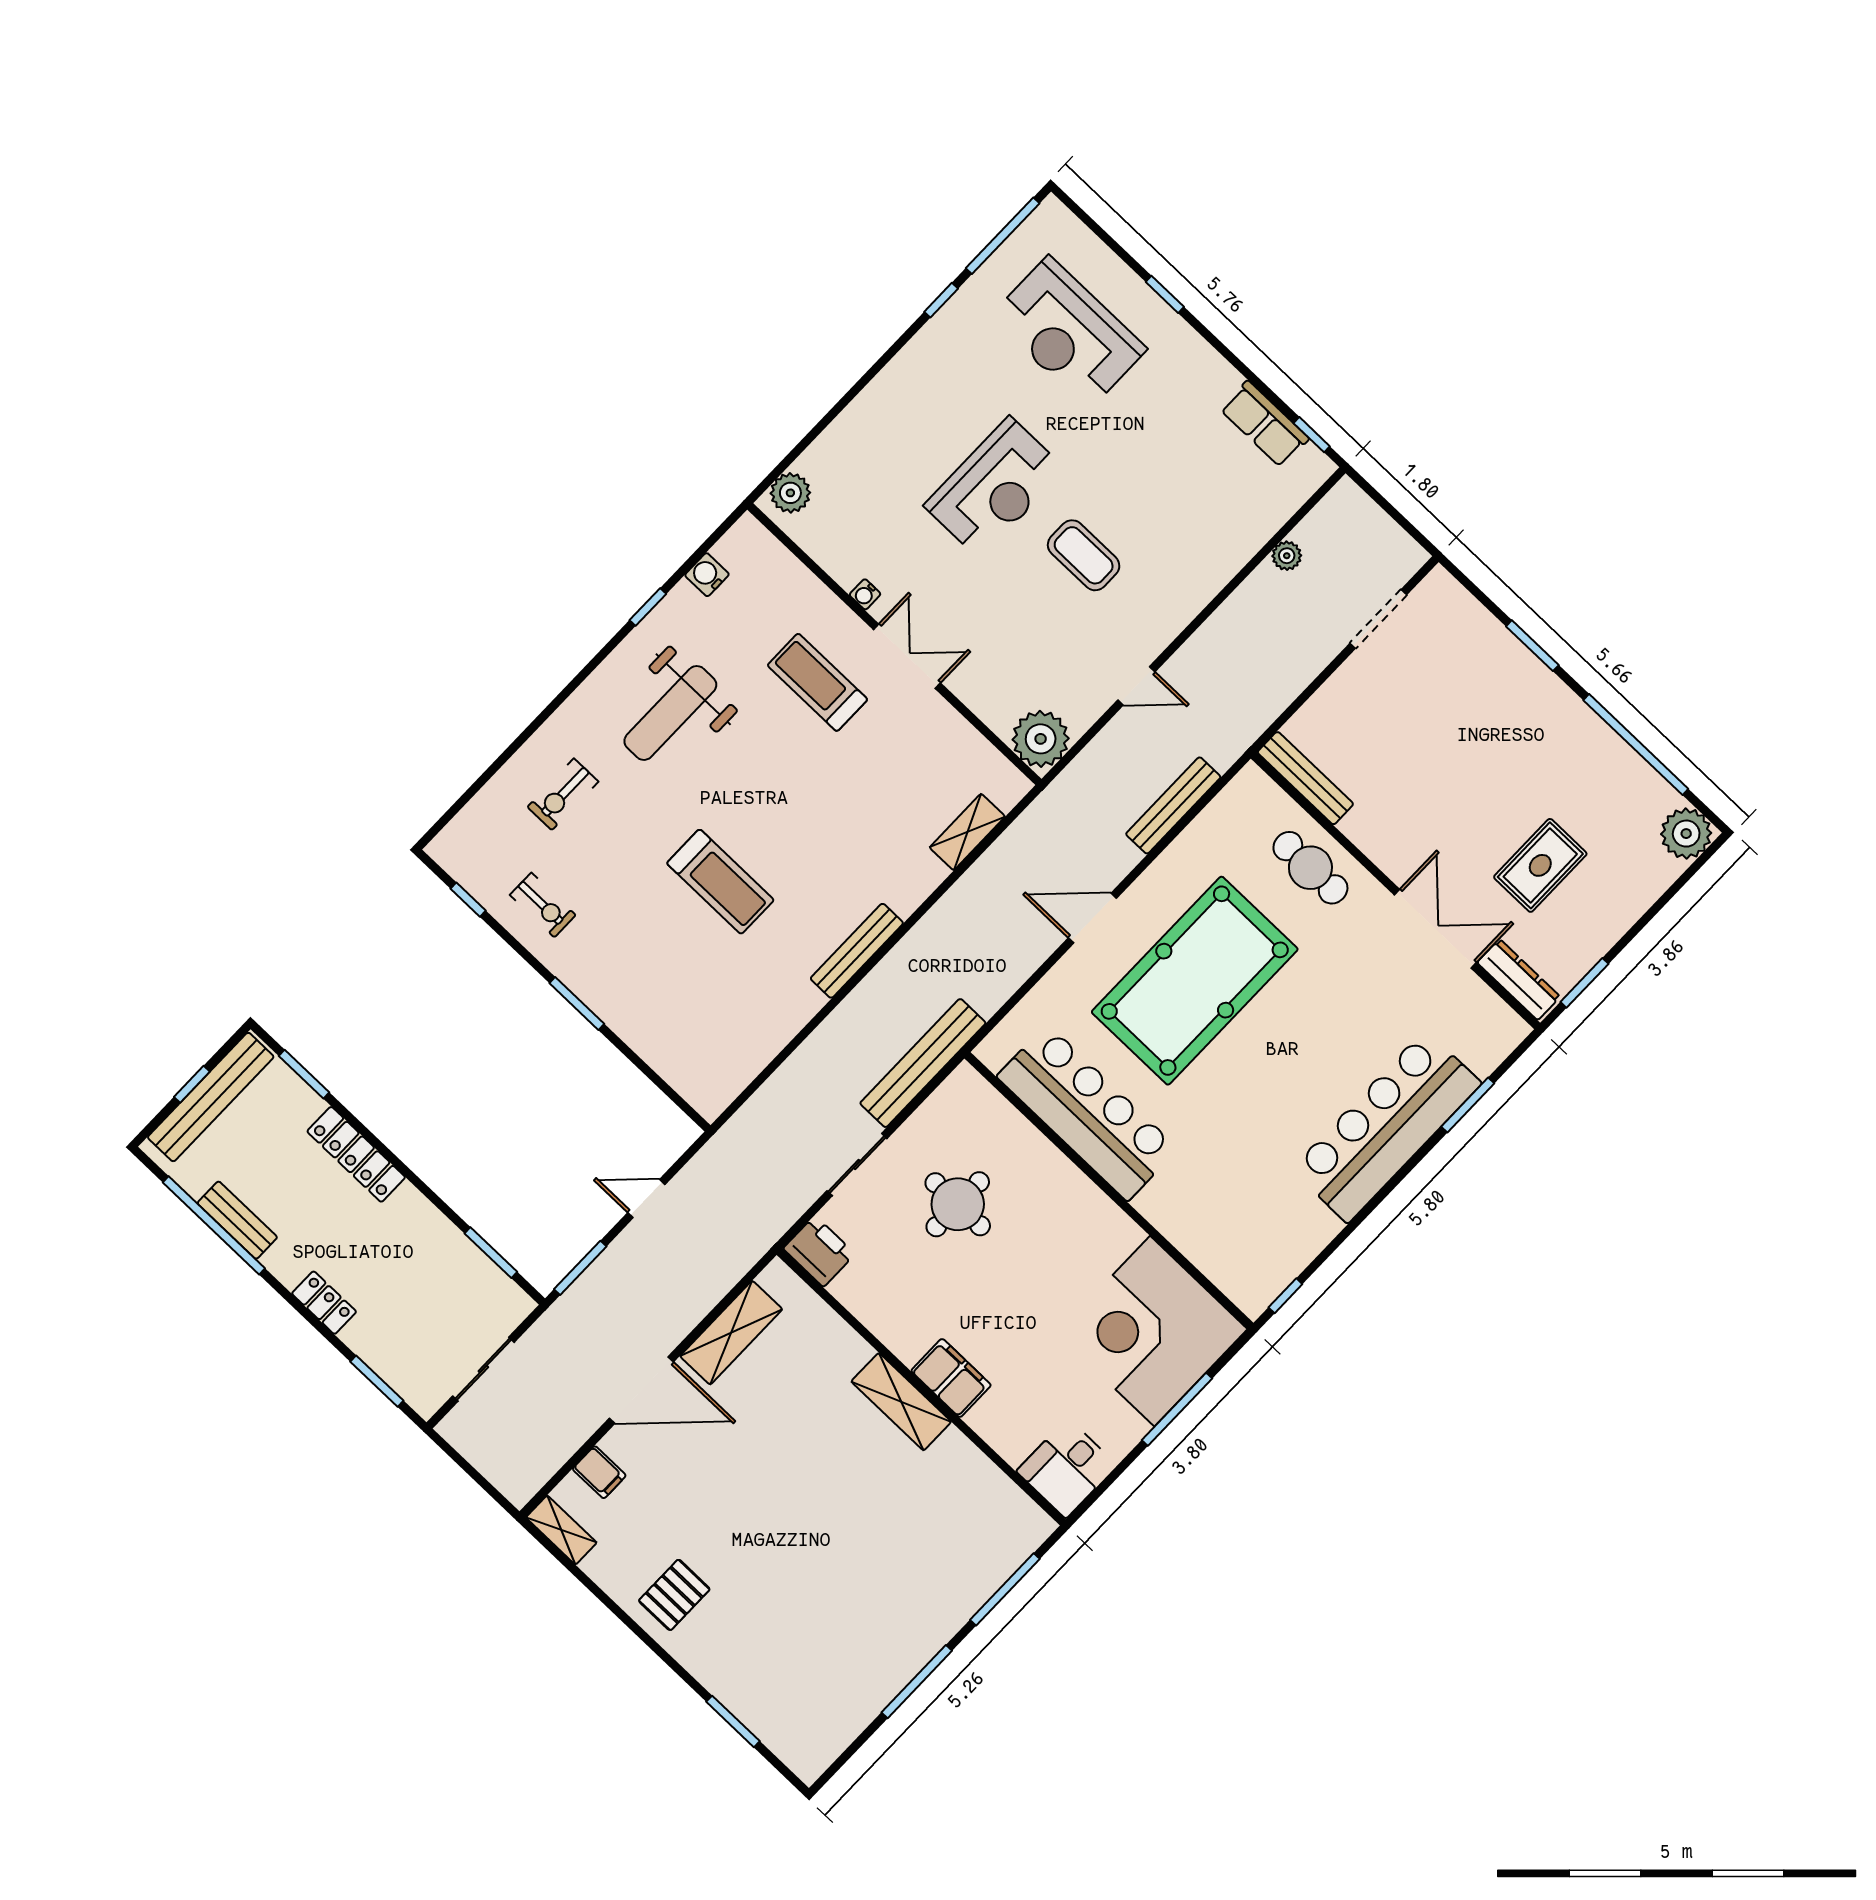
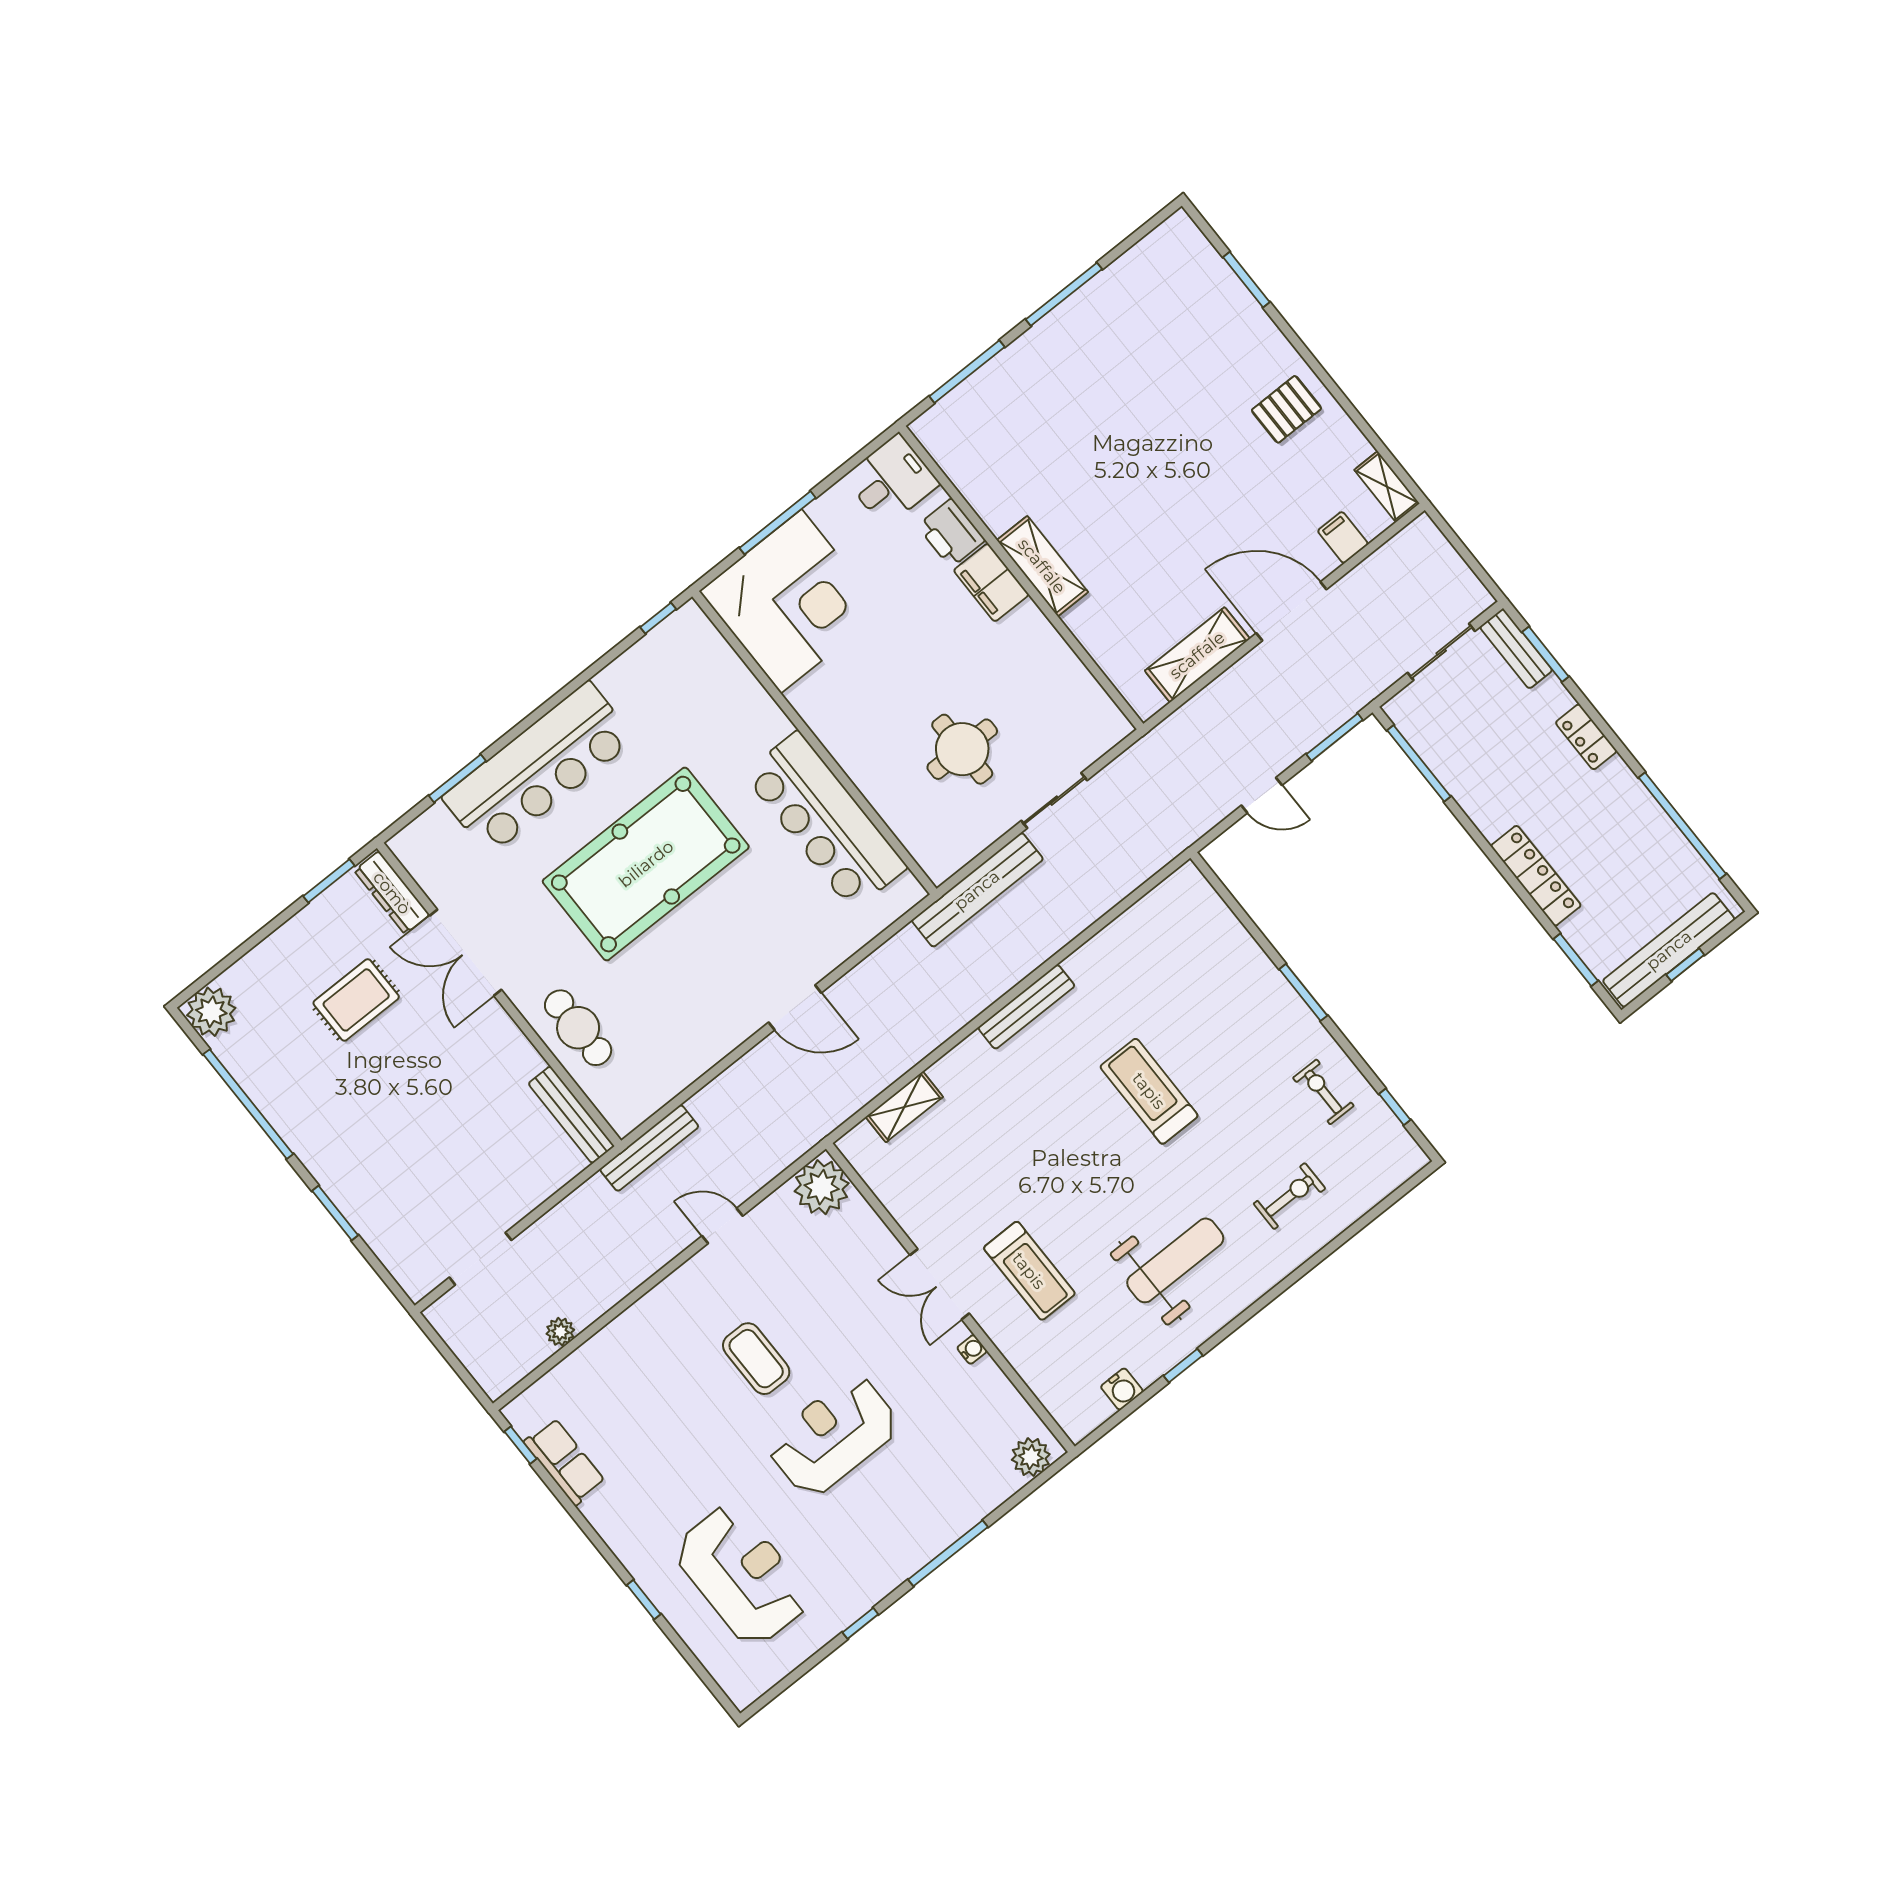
window: (1003, 236) -> (948, 1553), moved
bench: (1173, 805) -> (649, 1148), moved
pool table: (1195, 981) -> (646, 864), moved
bench: (237, 1220) -> (1516, 649), moved
printer: (819, 1251) -> (951, 533), moved
window: (491, 1253) -> (1419, 763), width x1.44

